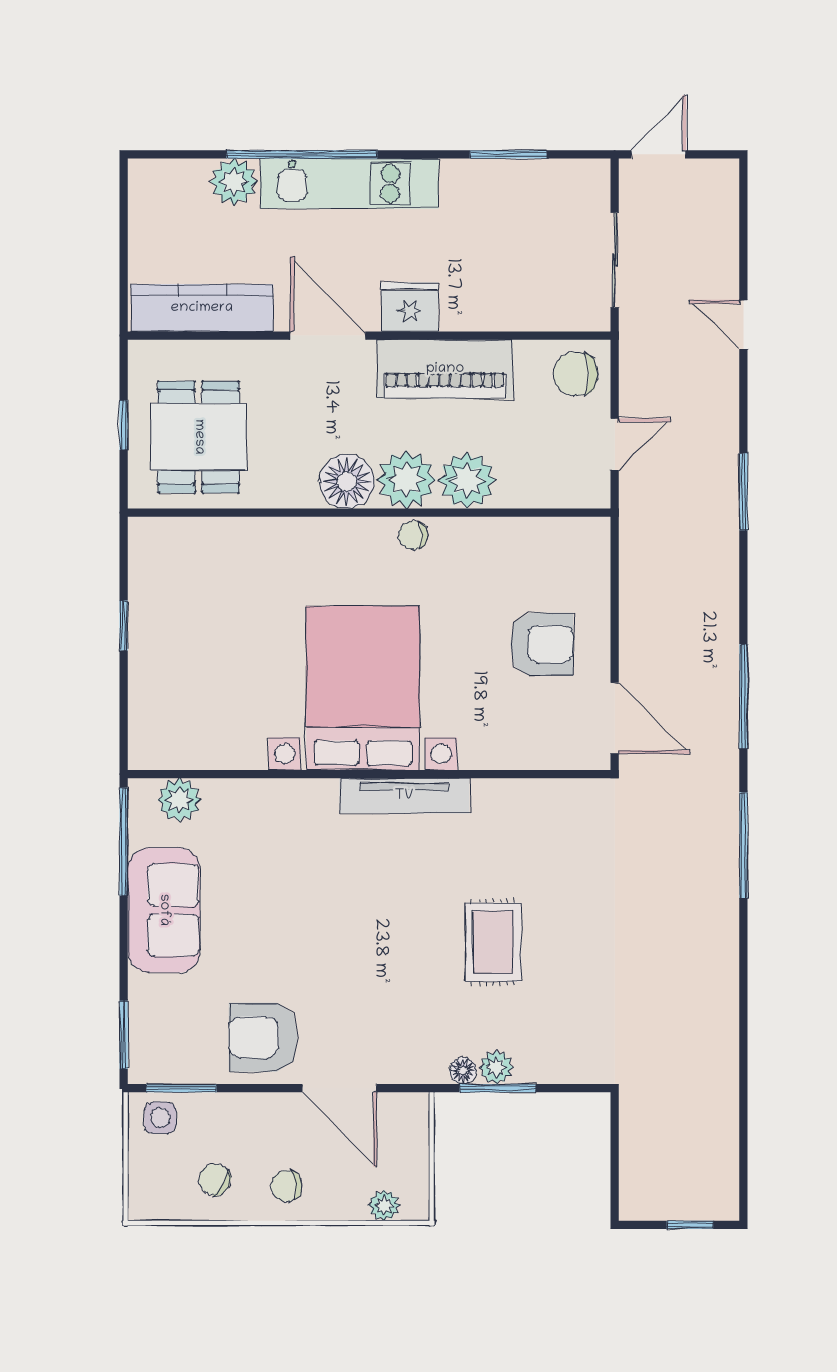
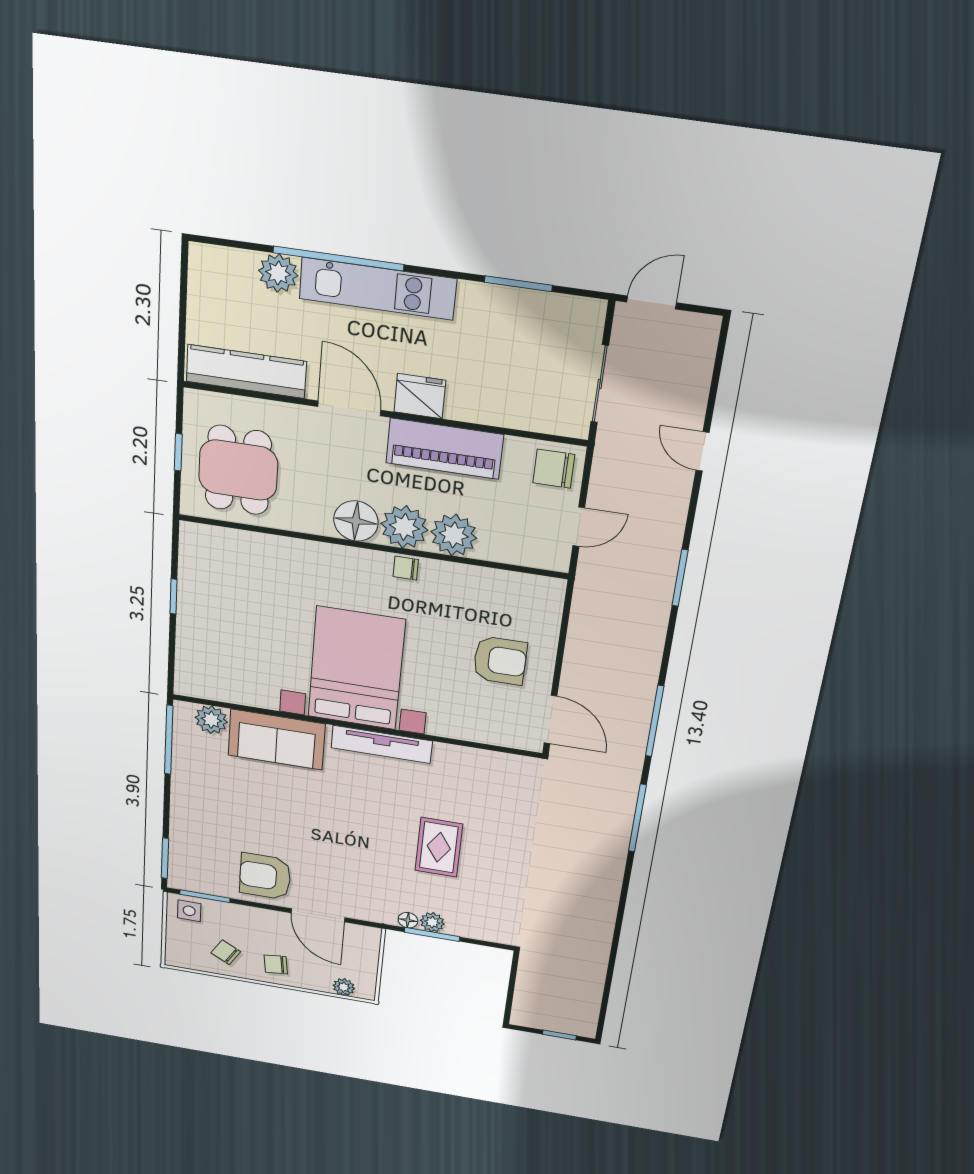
sofa: (164, 910) -> (277, 740), moved, turned 90

